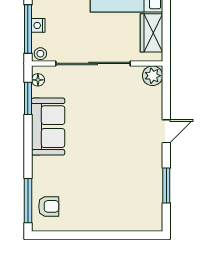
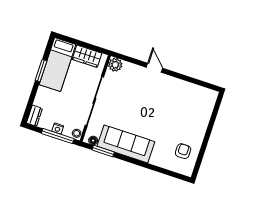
sofa: (48, 127) -> (126, 144), width x1.36
window: (166, 186) -> (190, 80), removed
window: (28, 201) -> (170, 173), removed
armchair: (49, 206) -> (183, 151), moved

